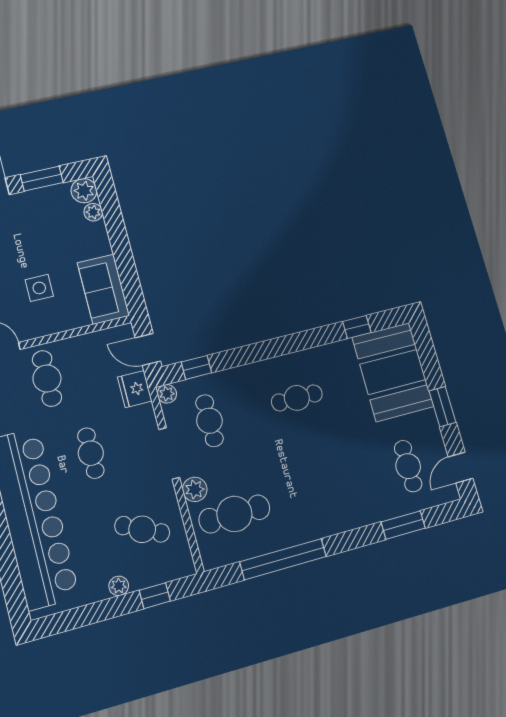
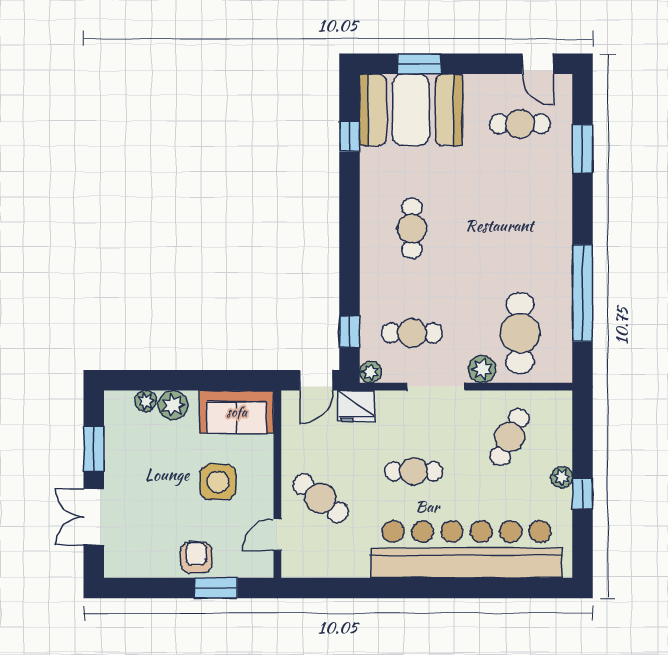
plant: (84, 191) -> (173, 405), moved
side table: (39, 288) -> (218, 482), width x1.37, depth x1.37
cafe table: (47, 378) -> (321, 498), turned 39
window: (443, 407) -> (419, 64), moved
window: (155, 596) -> (583, 493), moved

